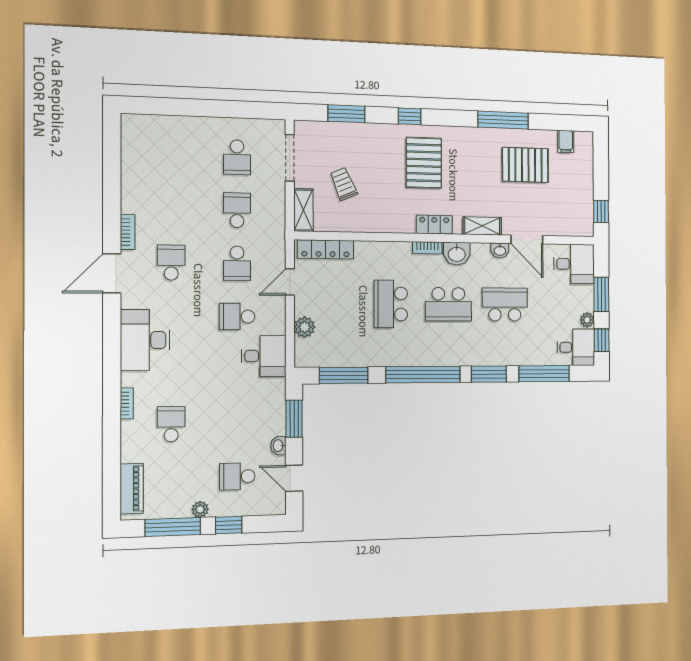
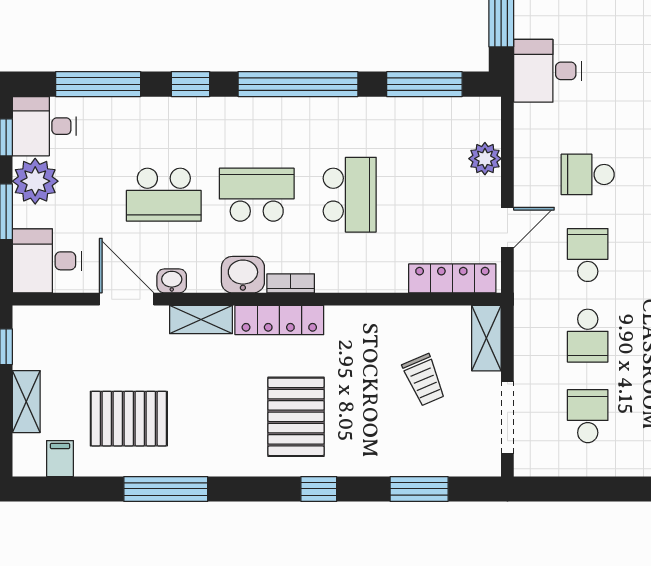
shelving: (586, 177) -> (26, 402), added
locker: (434, 225) -> (279, 320), width x1.53
school desk: (237, 317) -> (588, 174), turned 180
plant: (587, 320) -> (35, 181), width x1.87, depth x1.87
desk: (264, 356) -> (548, 71), moved
window: (489, 374) -> (191, 84), width x0.67

